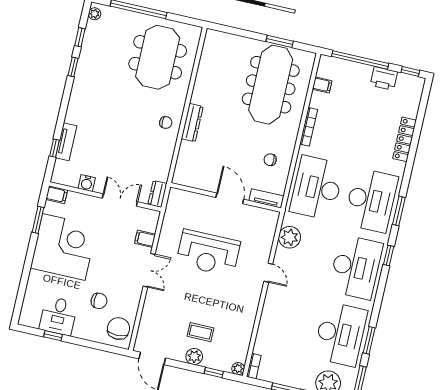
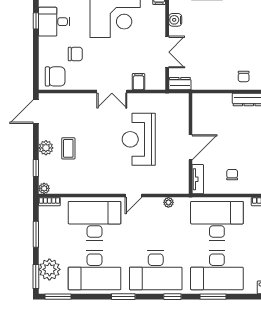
plant: (290, 237) -> (168, 202), width x0.53, depth x0.53
chair: (99, 301) -> (75, 54), turned -90
desk: (286, 322) -> (95, 221), added
window: (369, 340) -> (123, 297), moved

